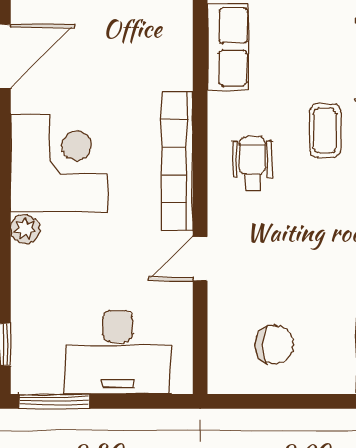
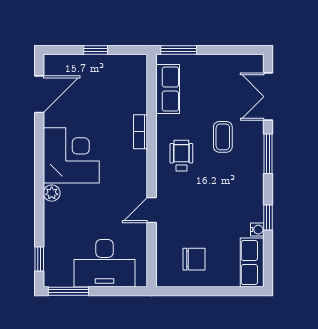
bookcase: (177, 161) -> (141, 132), width x0.43, depth x0.76

